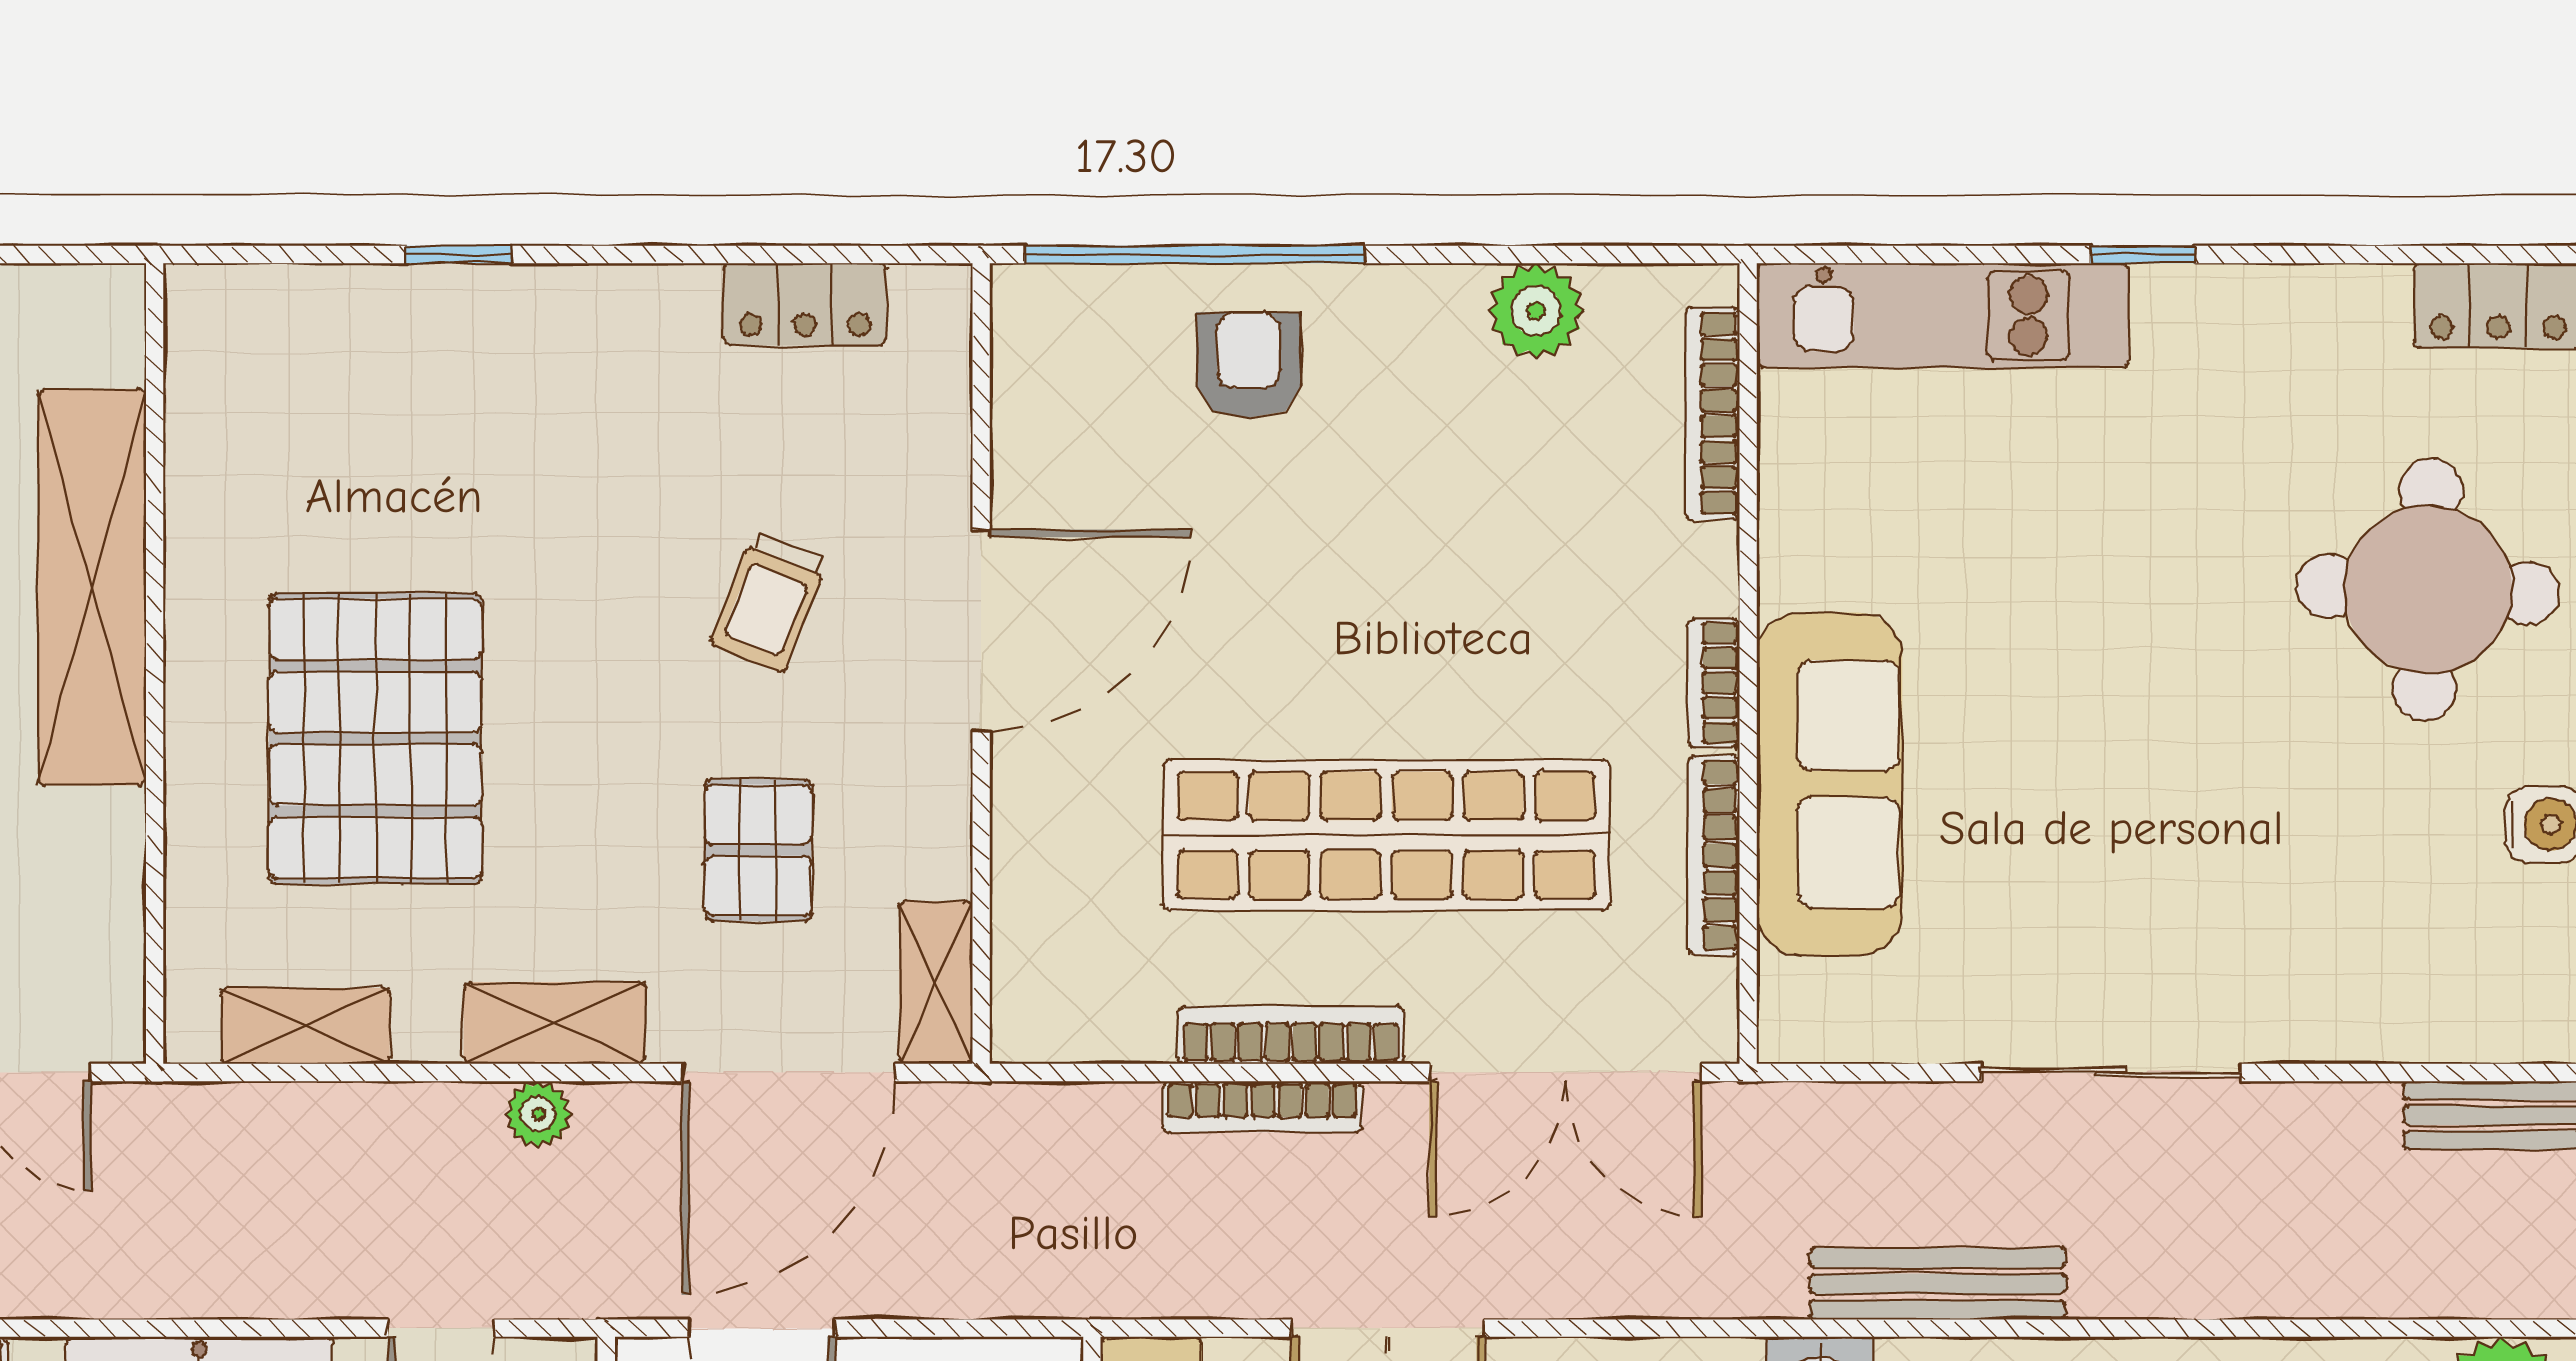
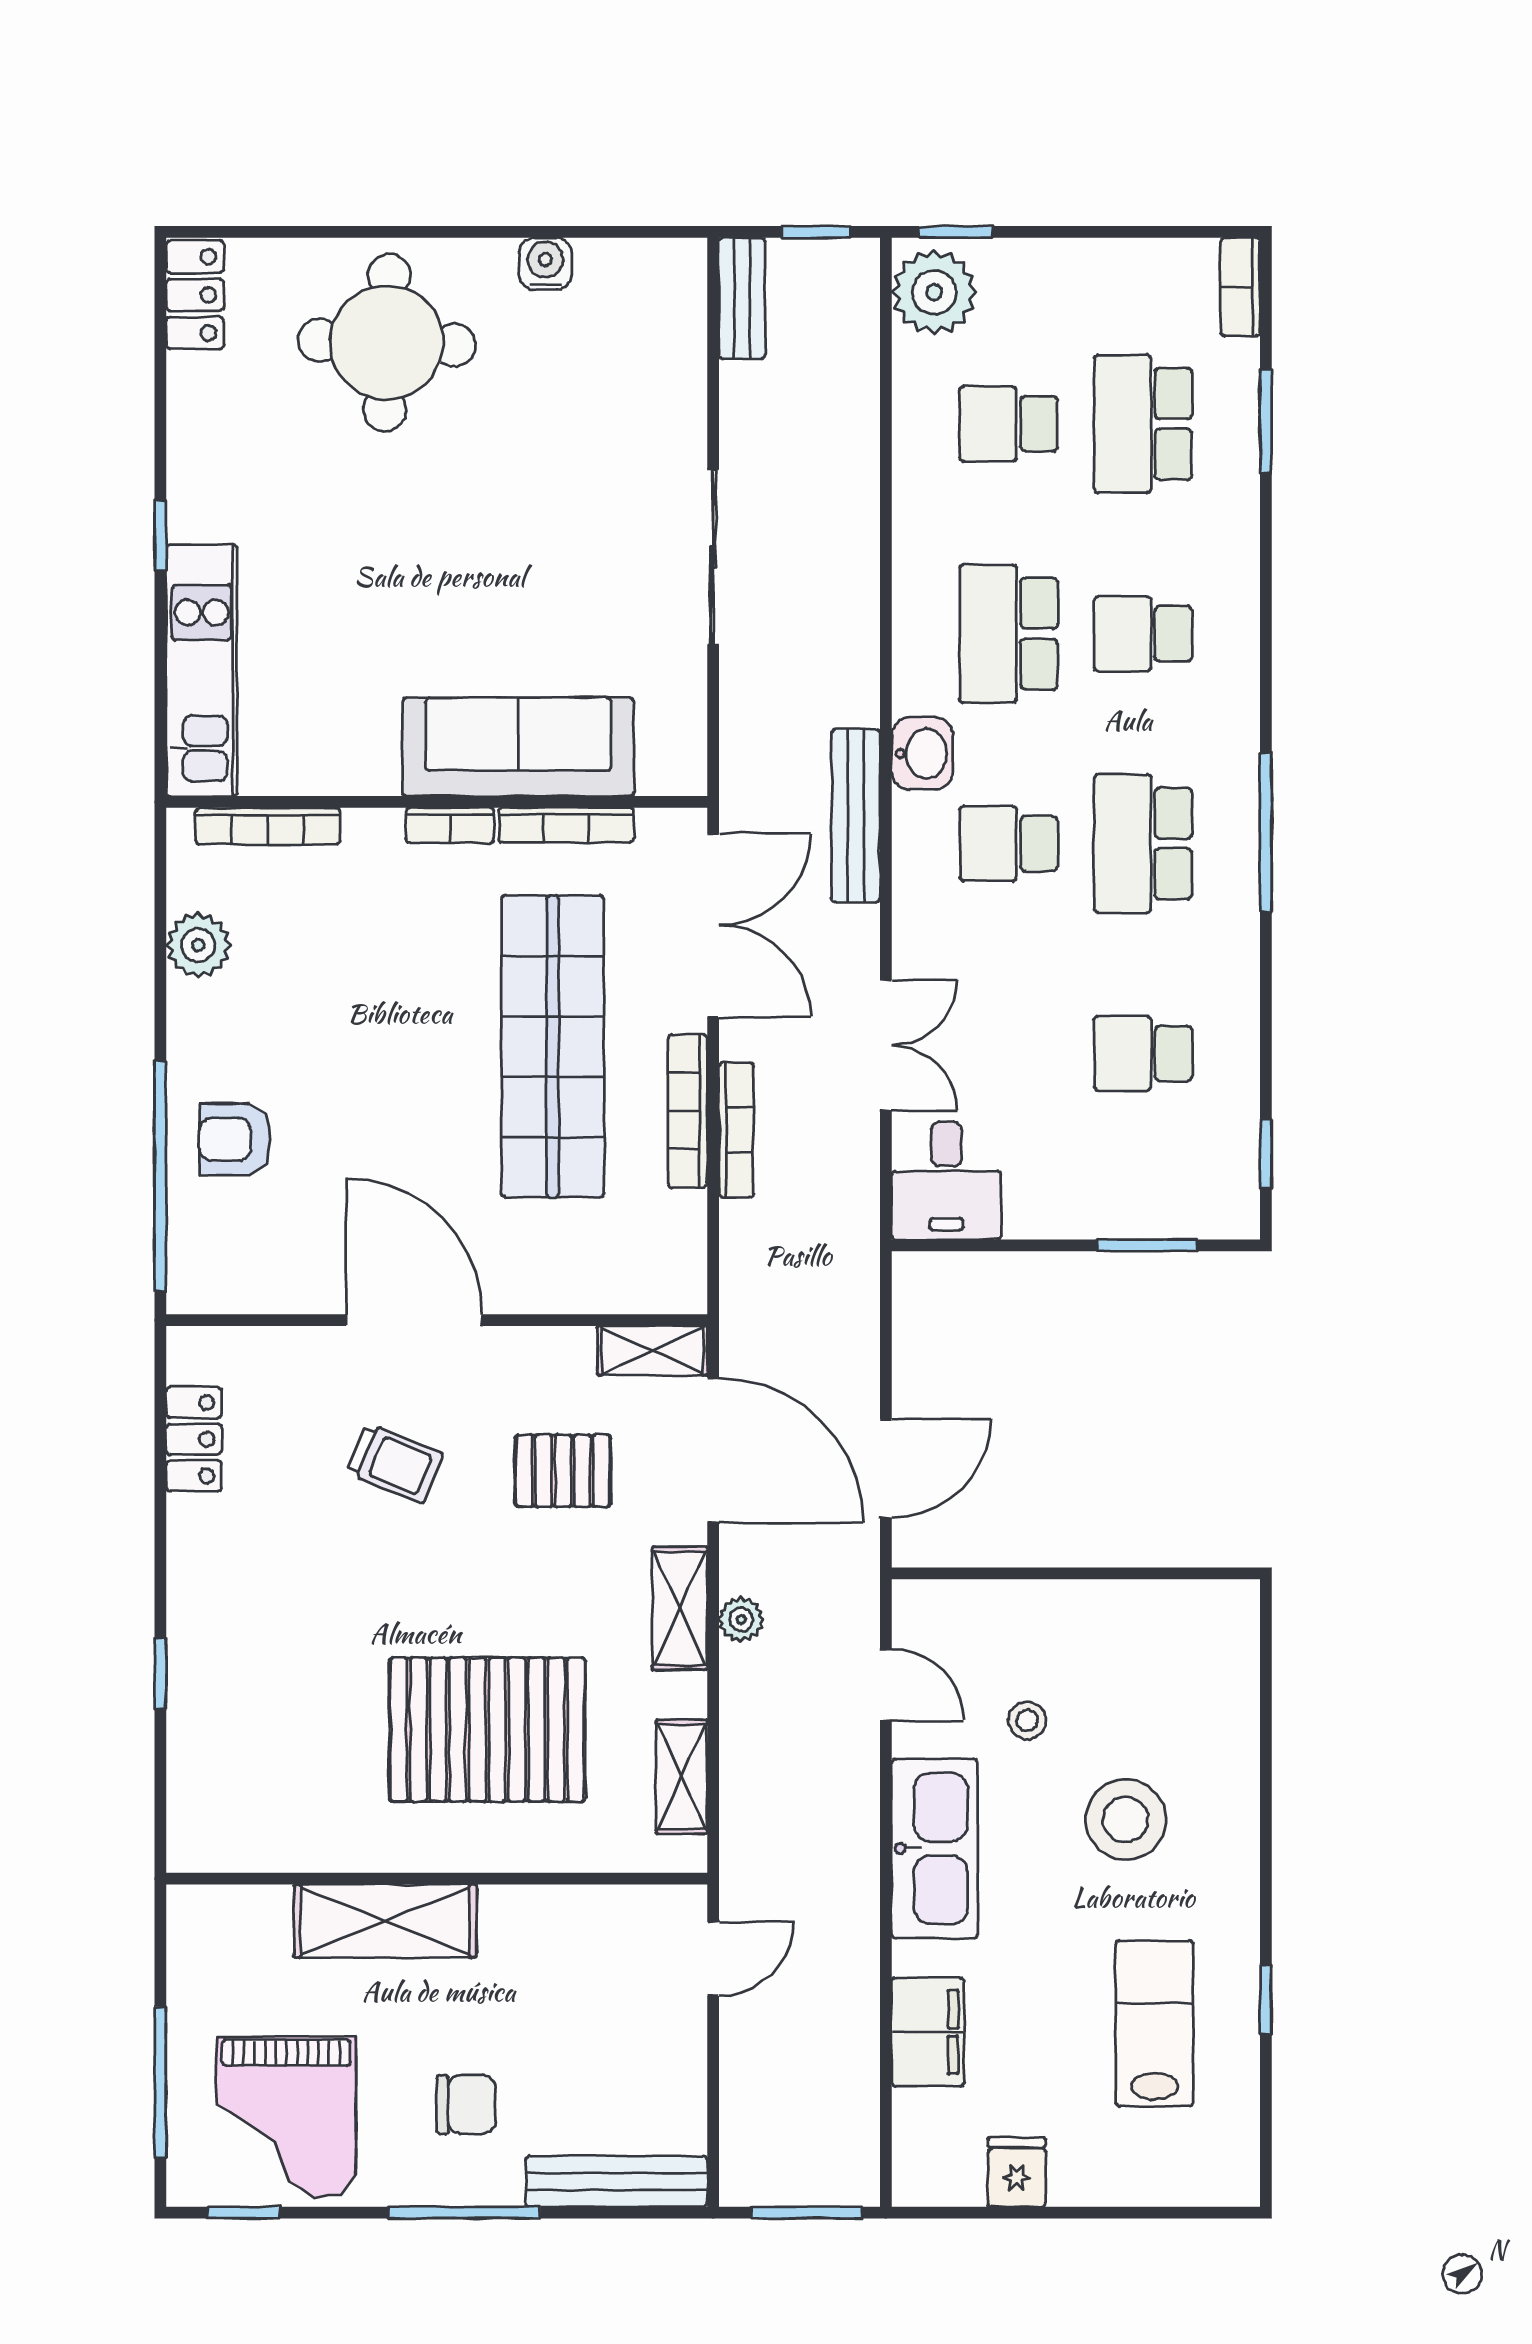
shelving: (92, 587) -> (385, 1921), width x0.68
bench: (1938, 1284) -> (856, 816), moved

